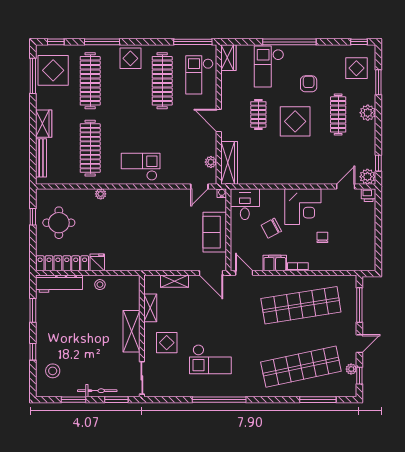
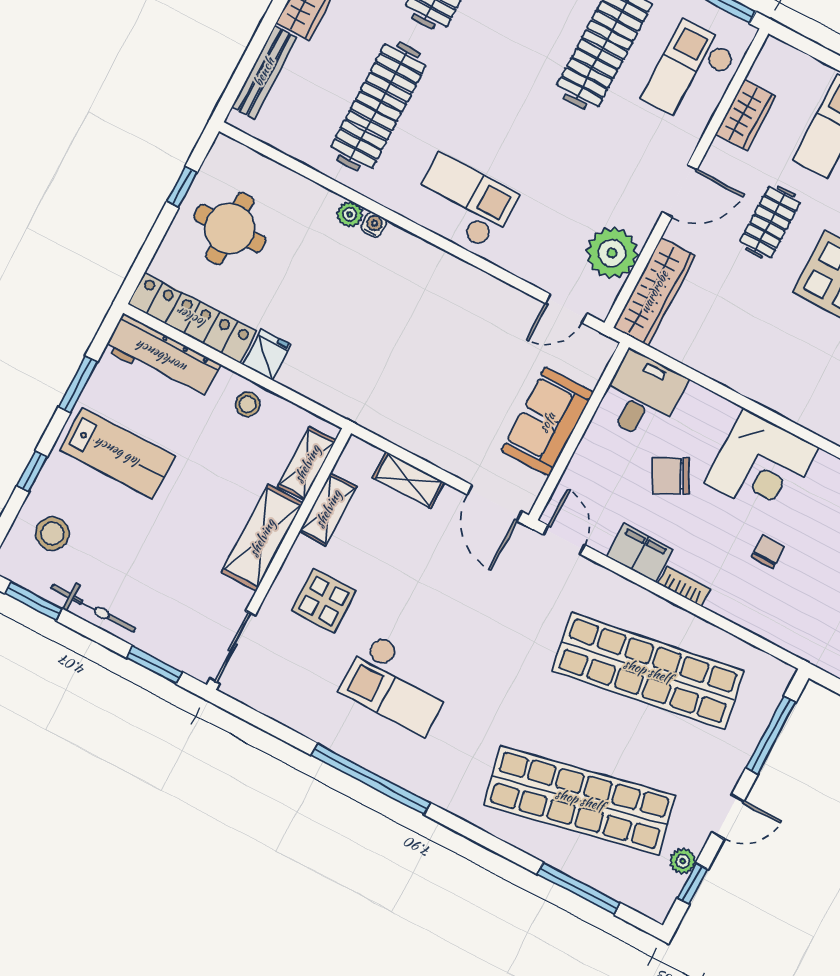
wardrobe: (228, 58) -> (746, 115), moved
door: (219, 120) -> (680, 191), swing flipped
plant: (211, 162) -> (612, 253), width x1.87, depth x1.87
water cooler: (222, 193) -> (374, 225), moved
shelving: (133, 295) -> (307, 464), added
lab bench: (61, 328) -> (118, 453), added
bicycle: (97, 391) -> (93, 608), moved
window: (73, 400) -> (33, 601), moved

